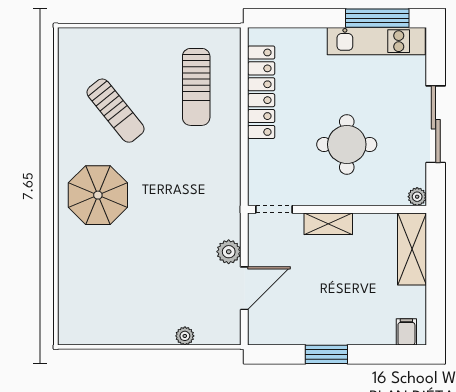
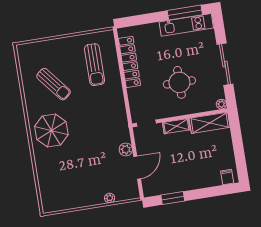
shelving: (412, 249) -> (210, 123), moved, turned 90
window: (326, 354) -> (173, 198), moved

